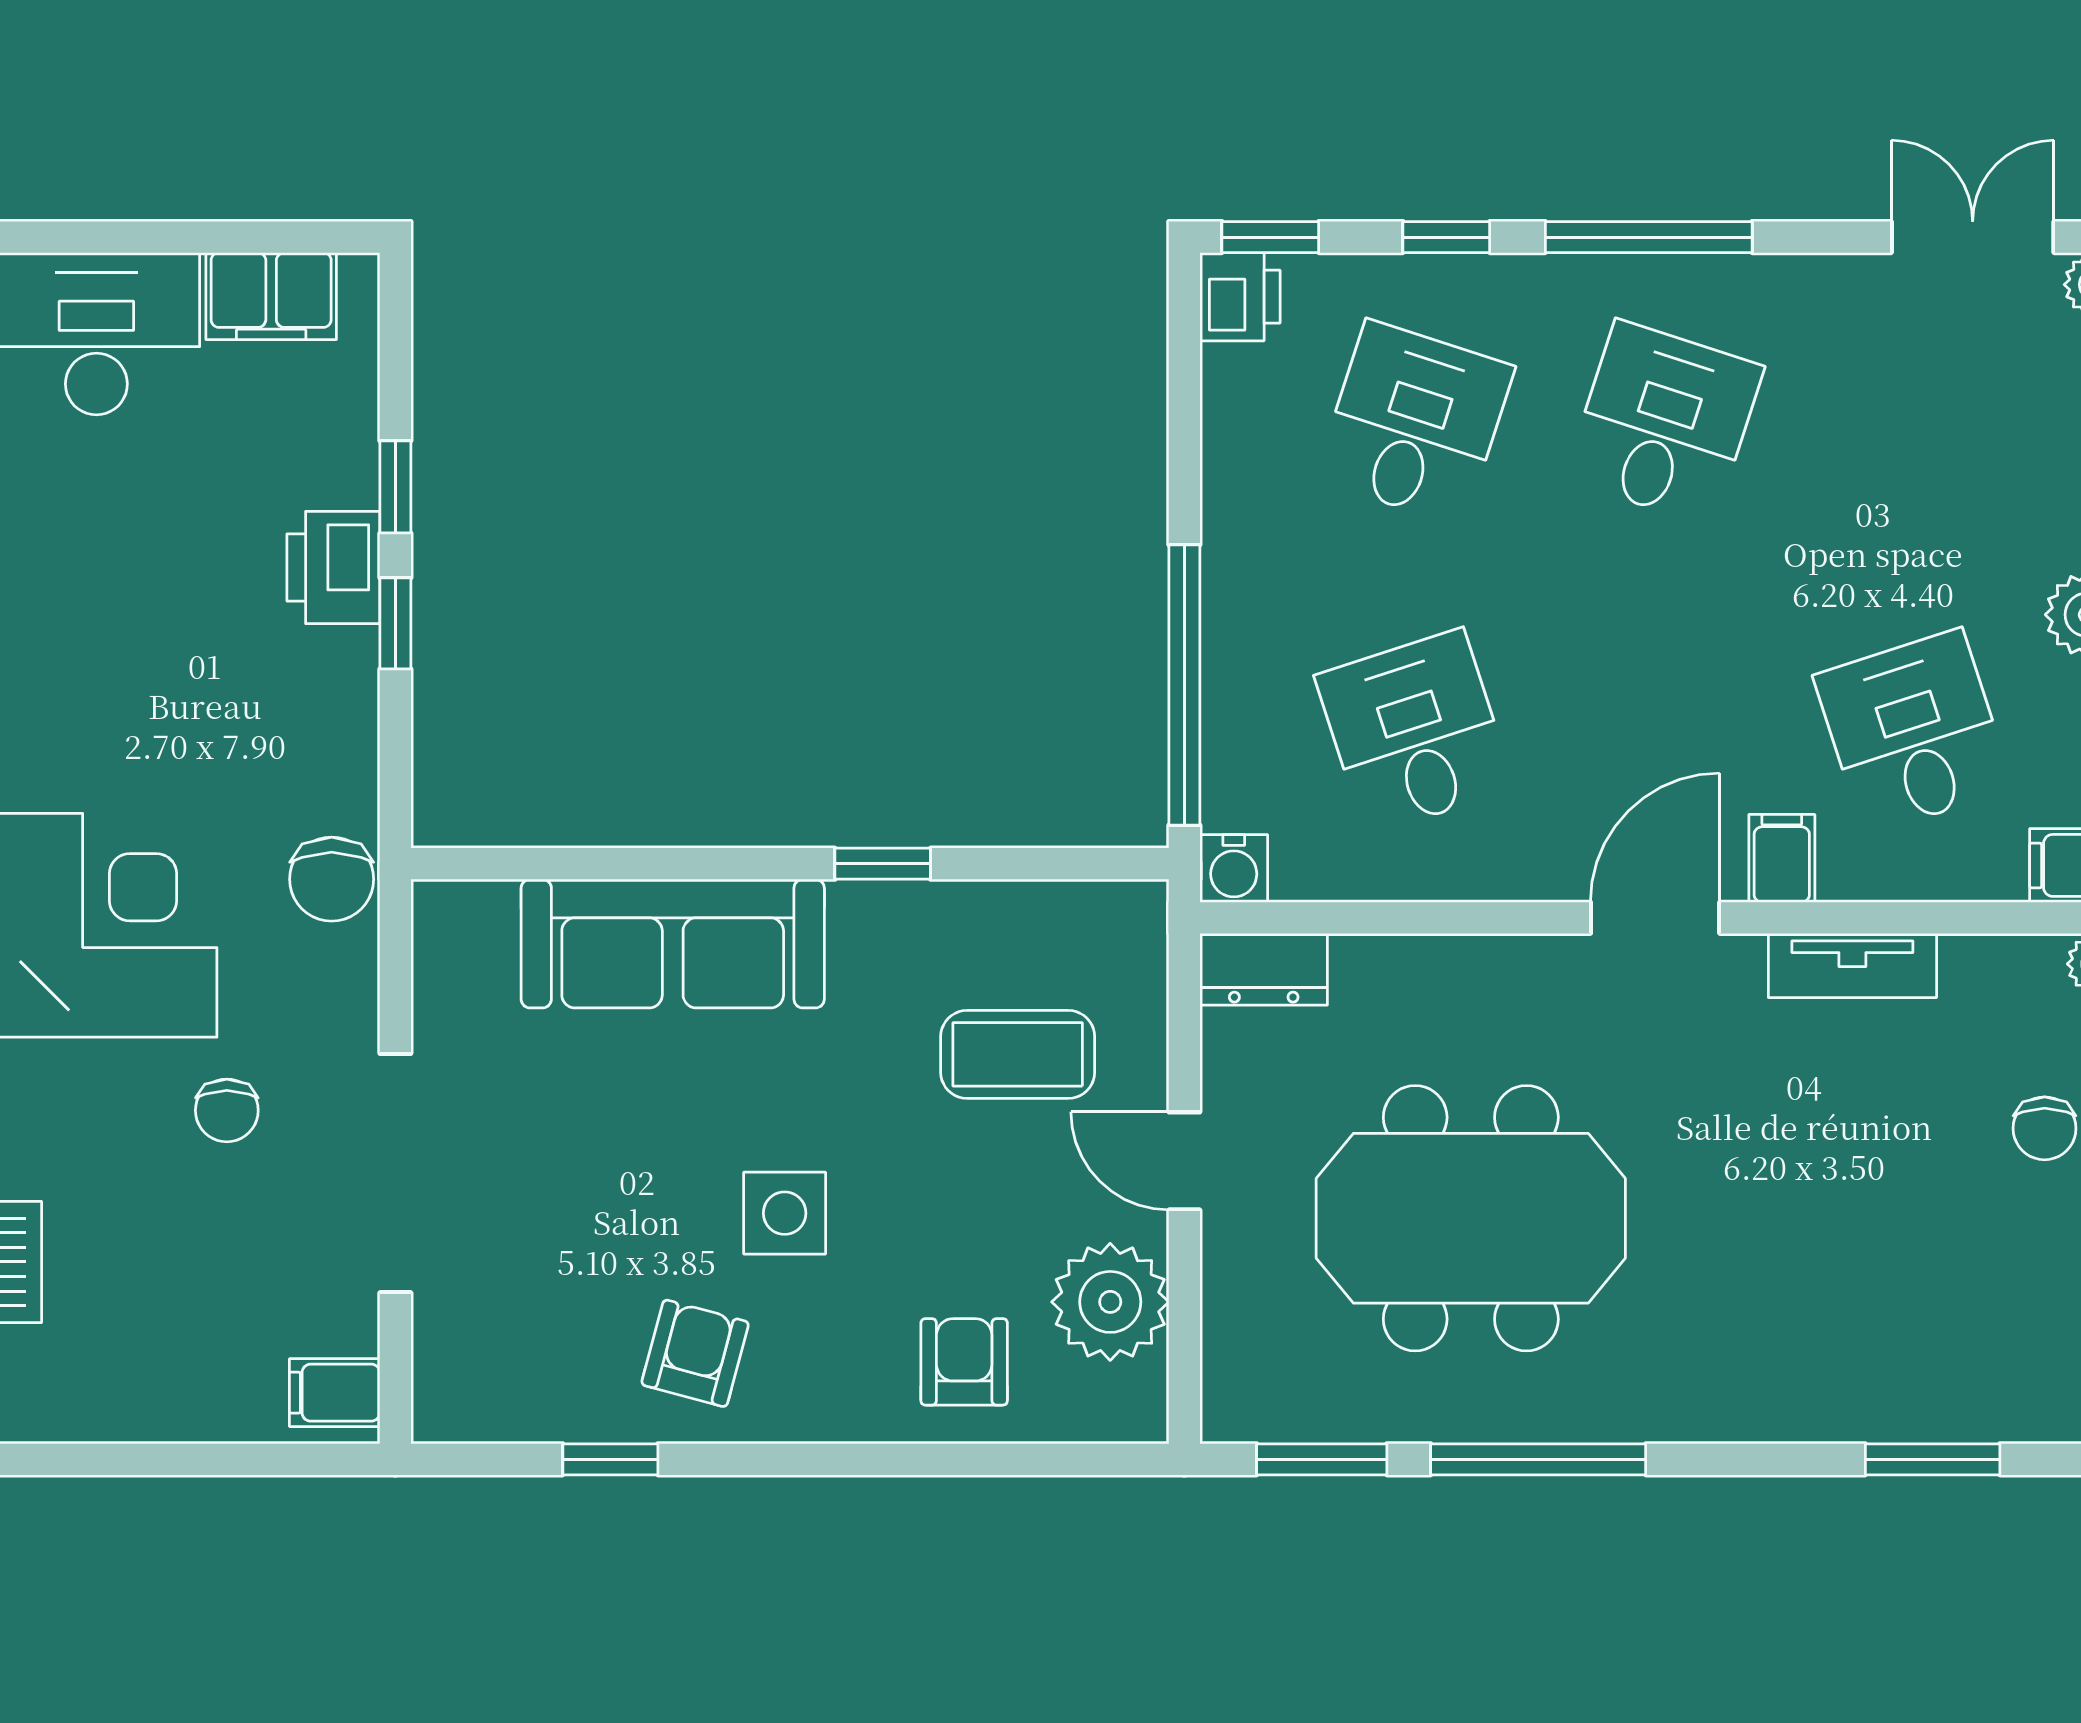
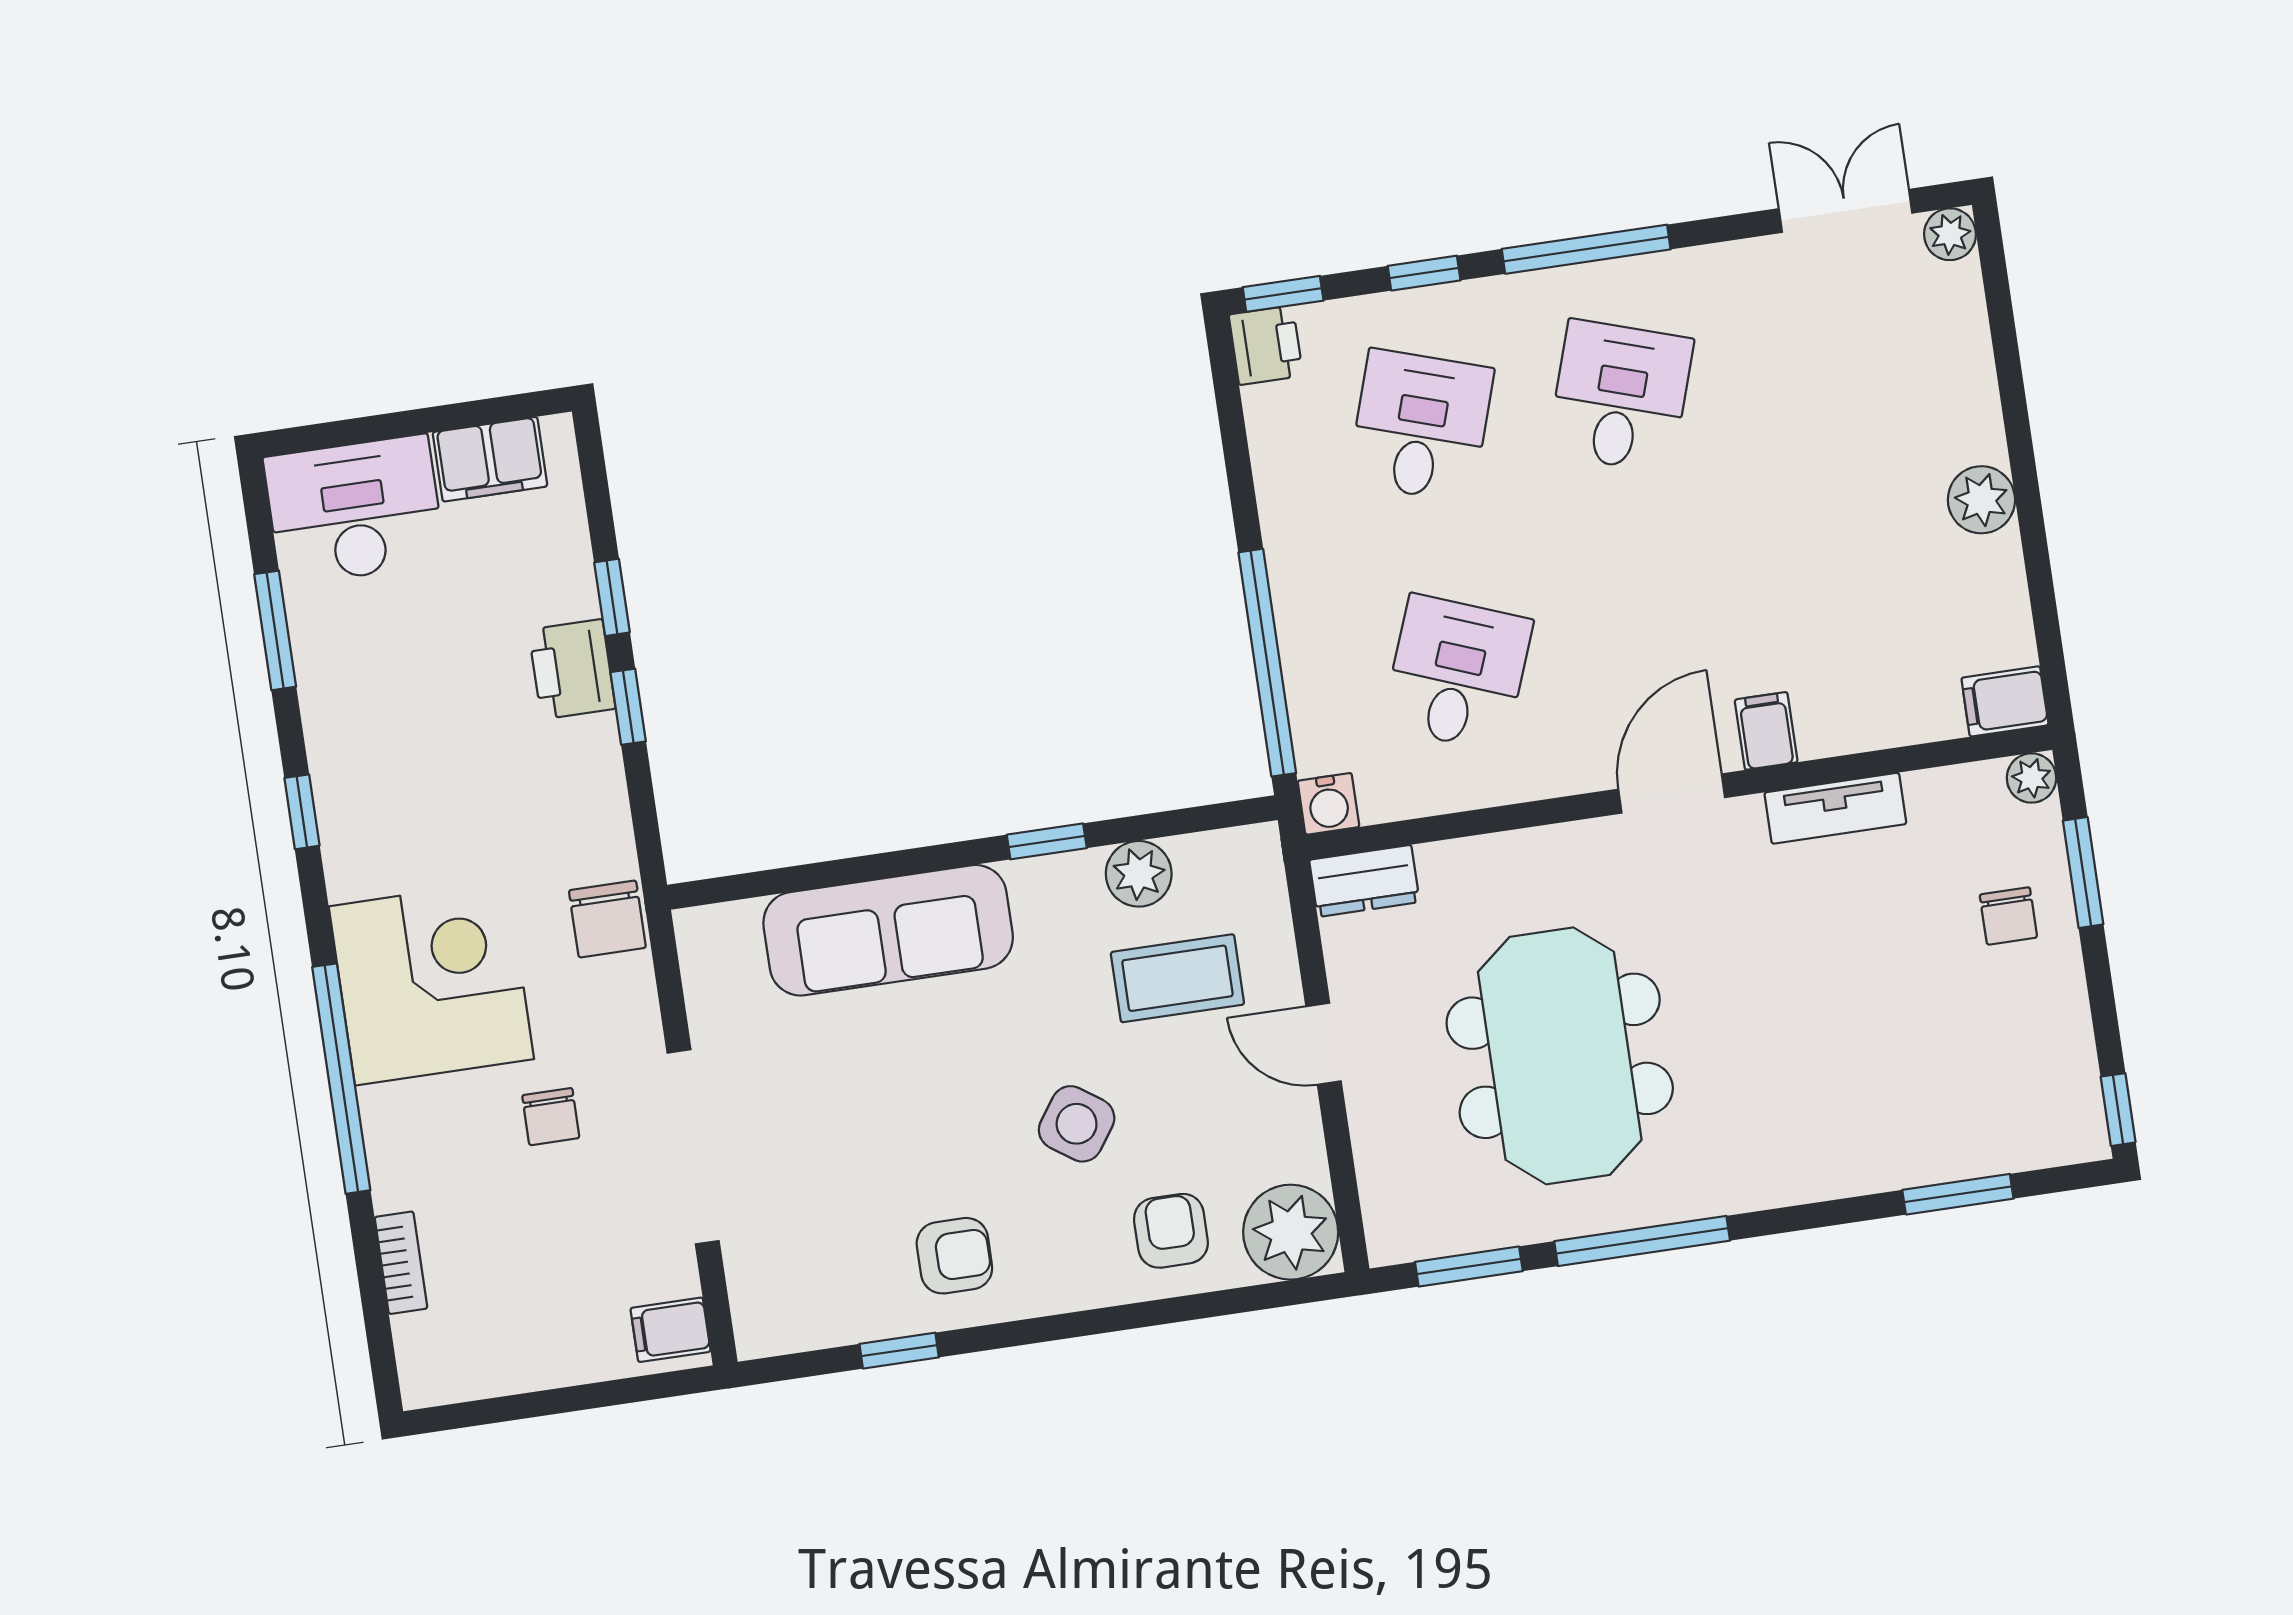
desk: (1415, 732) -> (1457, 673), turned 39
desk: (1913, 732) -> (1857, 614), removed
plant: (989, 920) -> (1139, 874), added
side table: (785, 1213) -> (1077, 1124), moved, turned 35
meeting table: (1471, 1218) -> (1560, 1056), turned 90
plant: (1110, 1302) -> (1291, 1232), moved
armchair: (695, 1353) -> (954, 1256), turned 75

